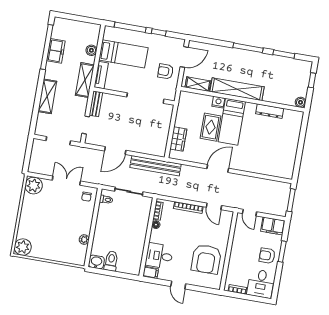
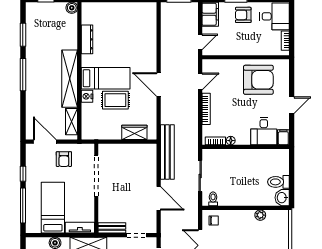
armchair: (267, 256) -> (243, 15), turned 90

